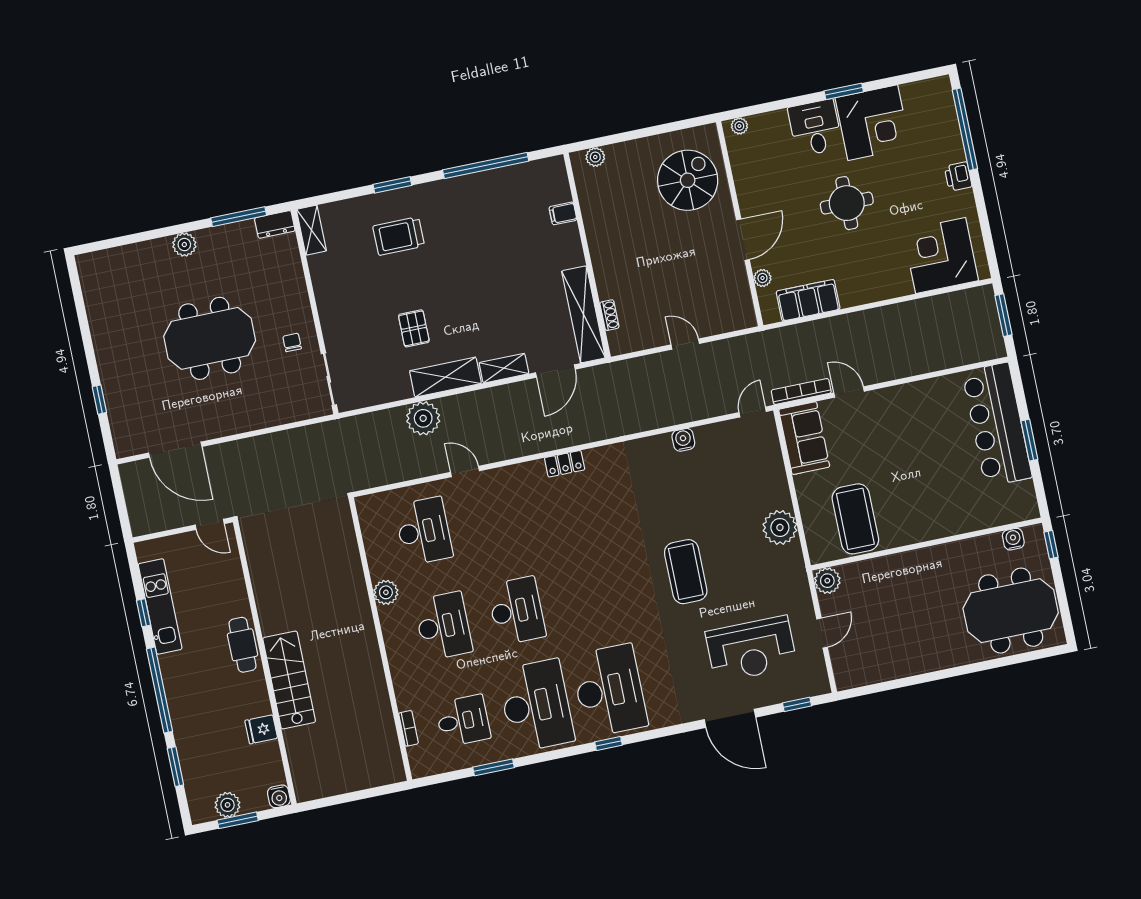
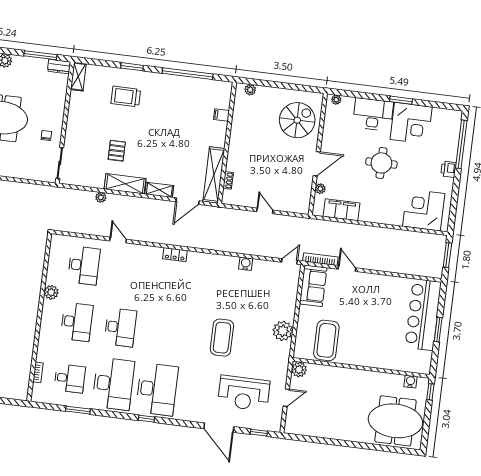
desk: (815, 128) -> (373, 114), width x1.37
plant: (423, 418) -> (101, 197), width x0.53, depth x0.53

